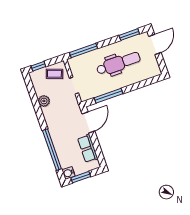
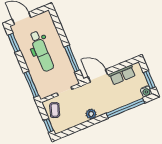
dental chair: (118, 63) -> (41, 51), turned 180
plant: (44, 101) -> (91, 114), moved

